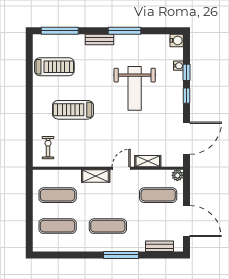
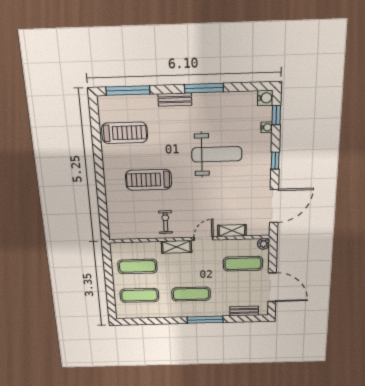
window: (186, 72) -> (276, 115), moved
weight bench: (135, 88) -> (217, 154), turned -90
exercise bike: (48, 148) -> (166, 222), moved

